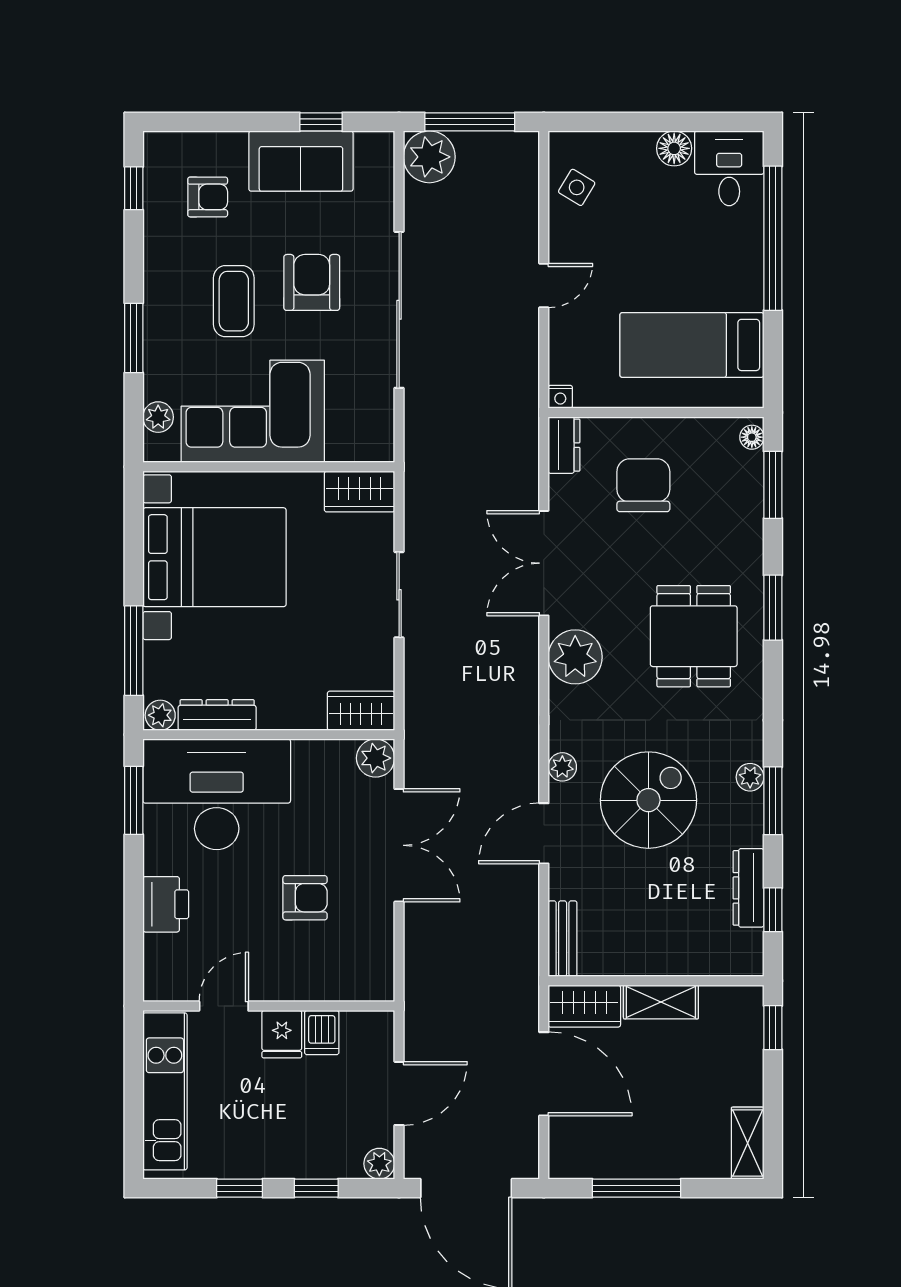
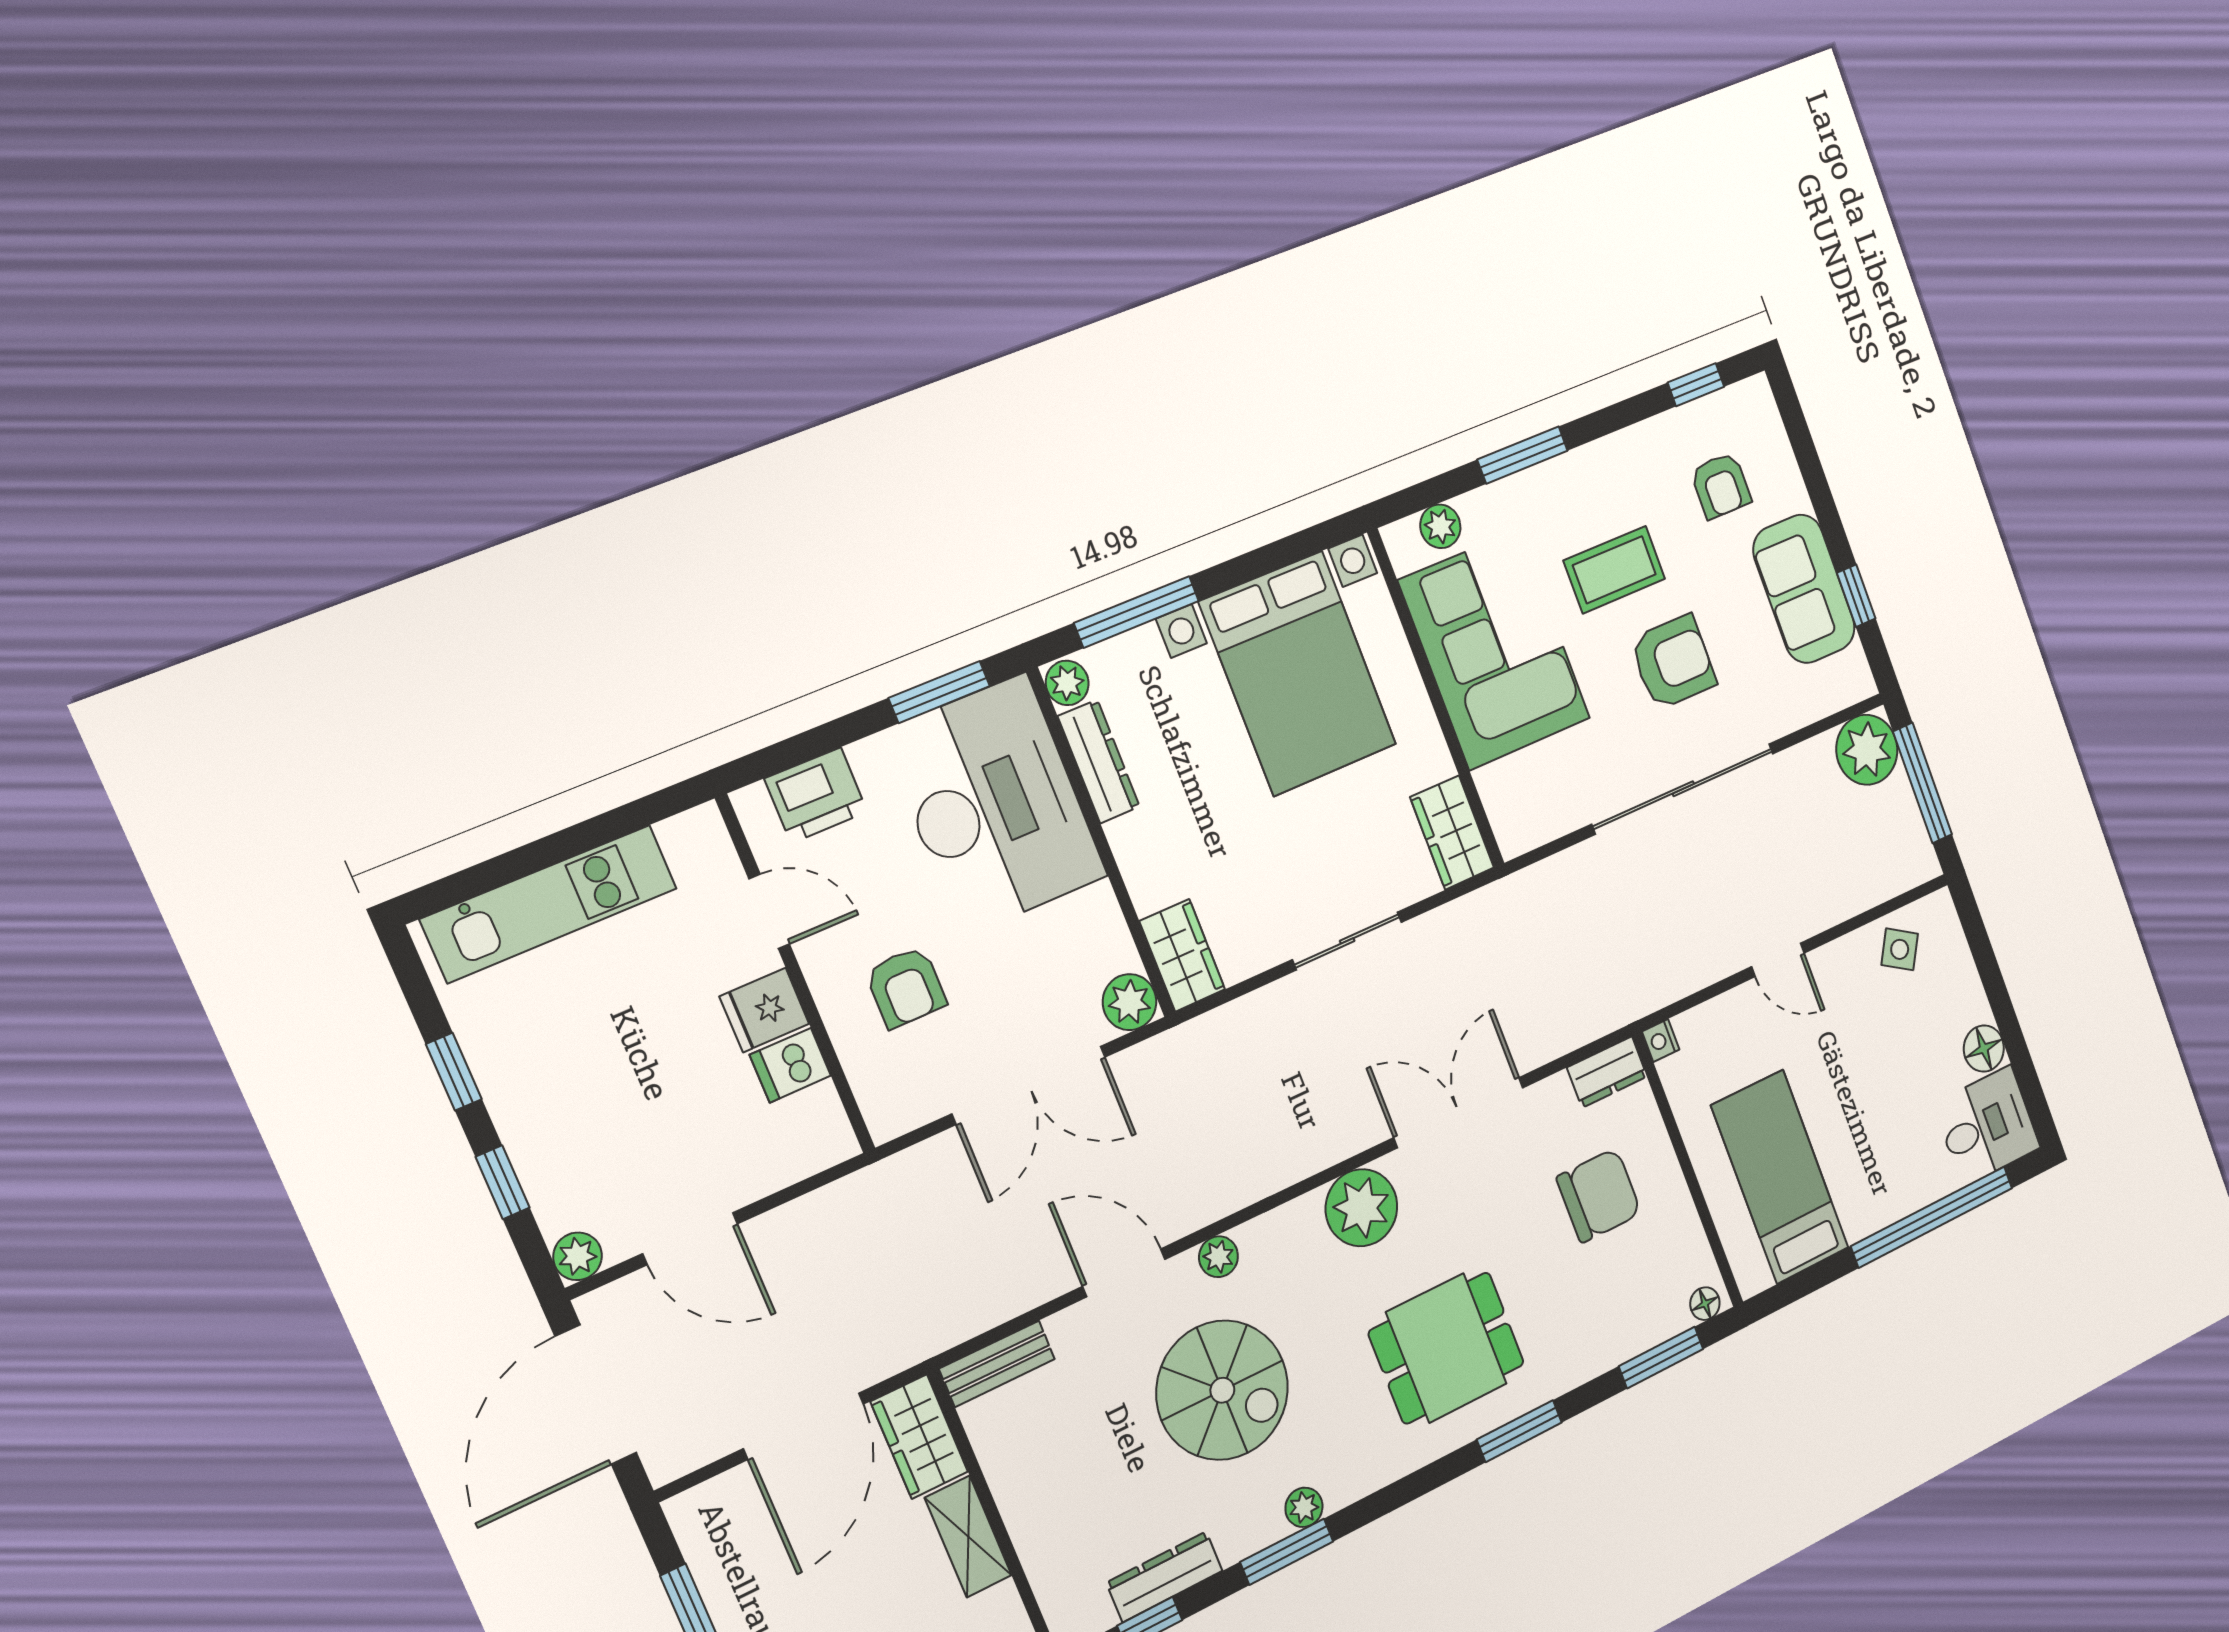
door: (224, 1006) -> (769, 911), moved
wall: (269, 1006) -> (796, 975), moved
dishwasher: (322, 1033) -> (790, 1065), moved
fridge: (282, 1034) -> (764, 1010), moved

